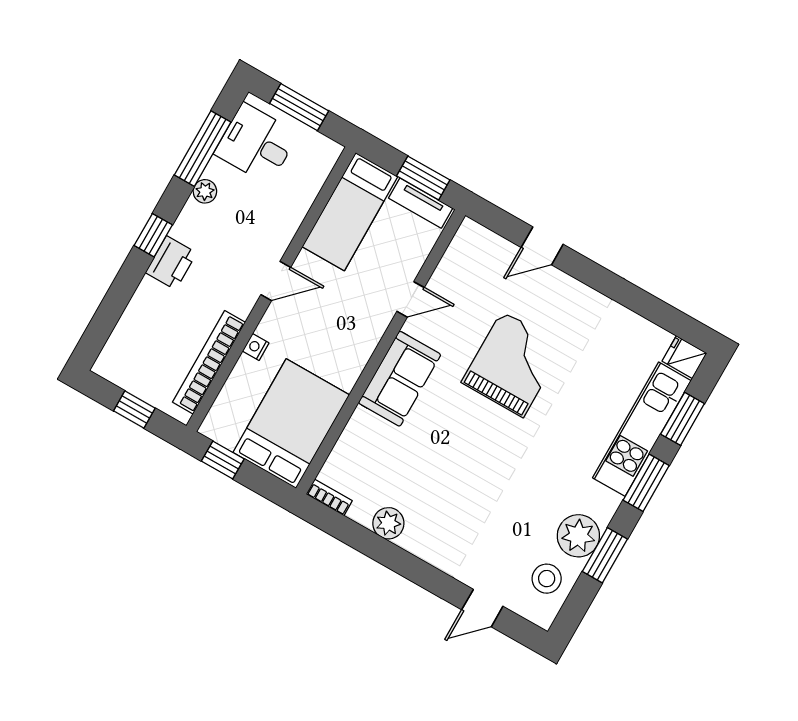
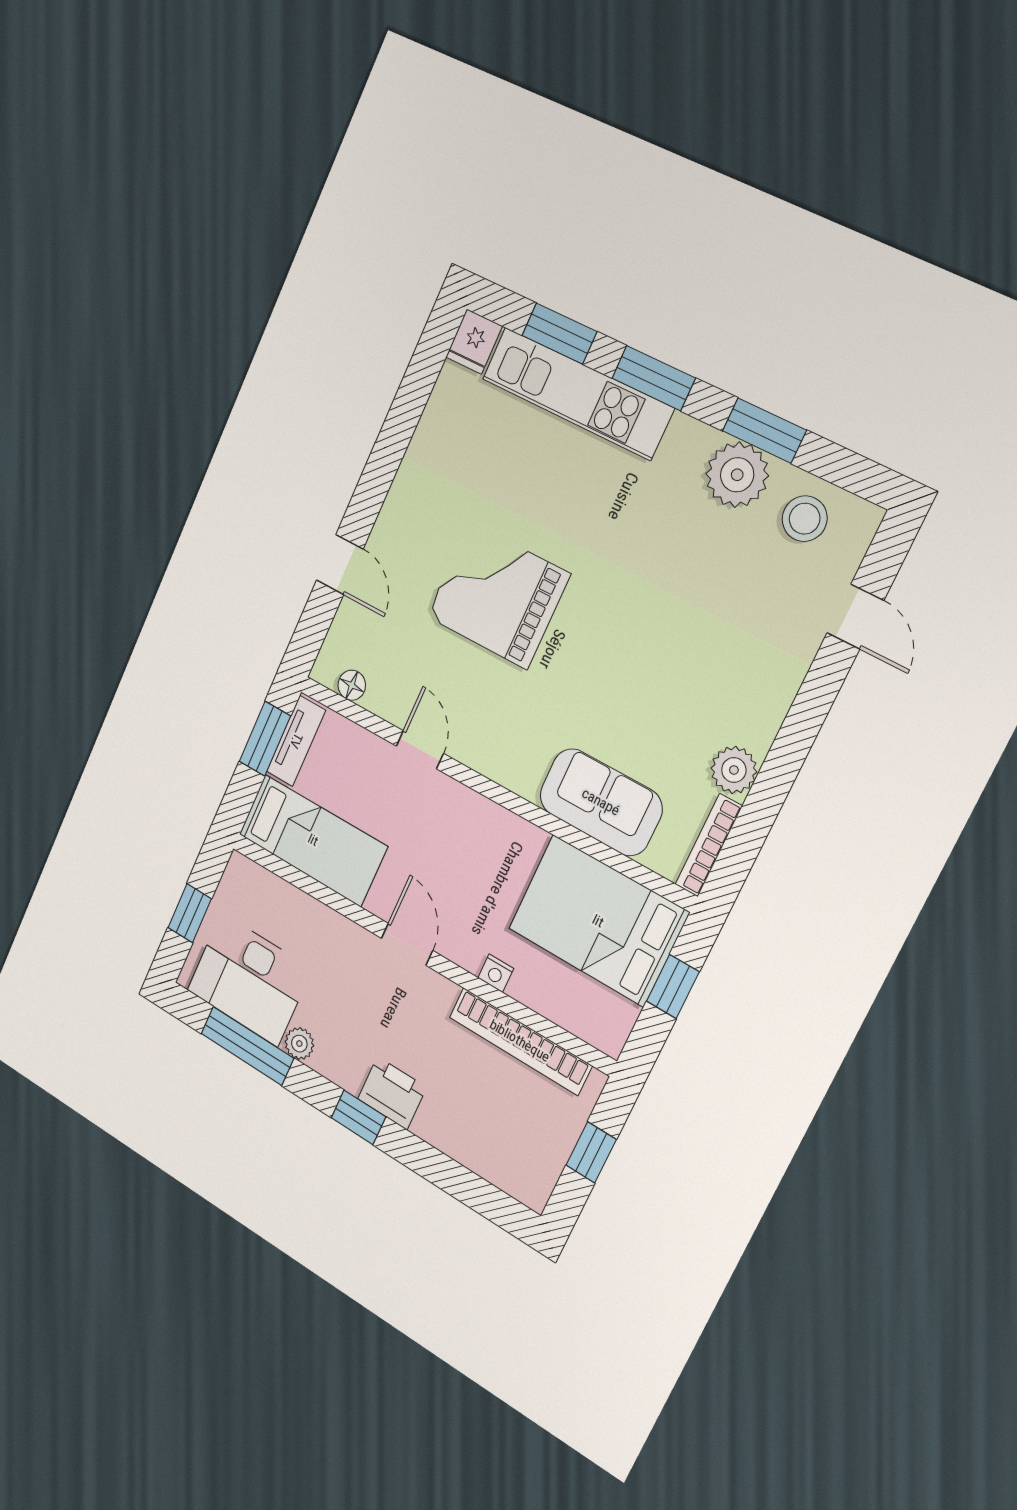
window: (299, 107) -> (190, 913), width x0.67
desk: (256, 144) -> (249, 980), width x1.37
floor lamp: (458, 250) -> (352, 685), added
sofa: (400, 379) -> (601, 802), moved
window: (223, 460) -> (673, 986), moved
bookcase: (329, 497) -> (709, 845), width x1.56

